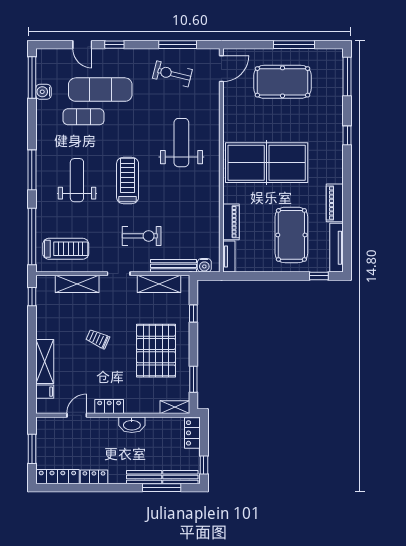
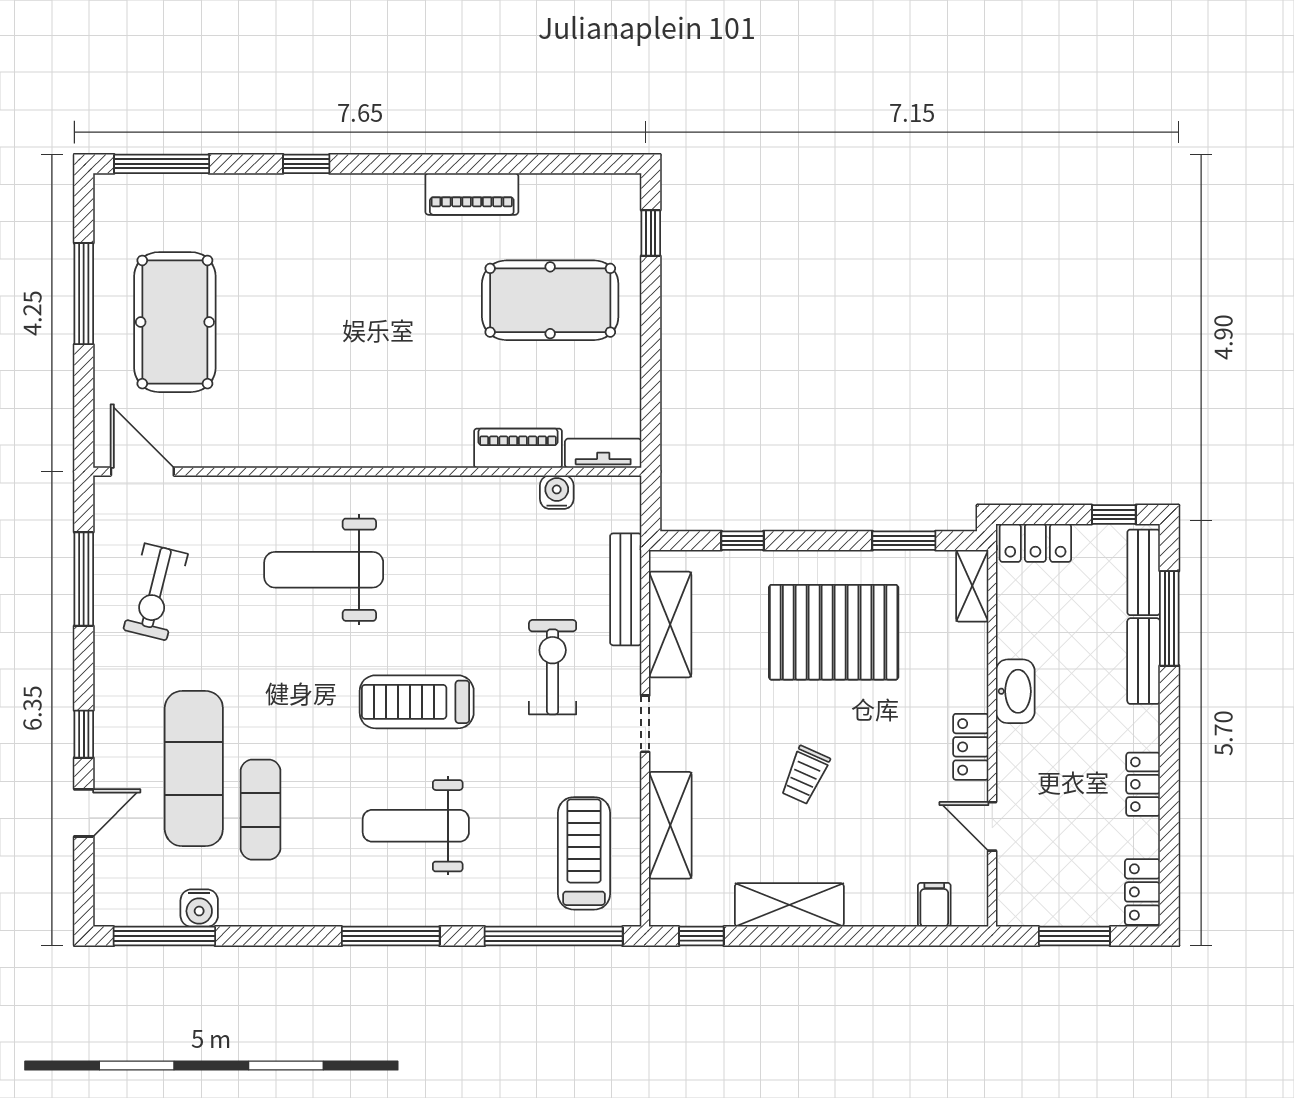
table tennis table: (267, 163) -> (373, 361), removed
tv unit: (337, 248) -> (581, 189), removed
water cooler: (204, 265) -> (557, 492), moved, turned -90
shelving: (45, 362) -> (789, 905), moved
locker: (57, 477) -> (1142, 892), width x0.66

